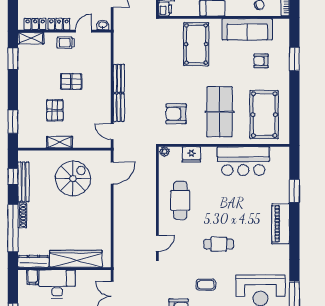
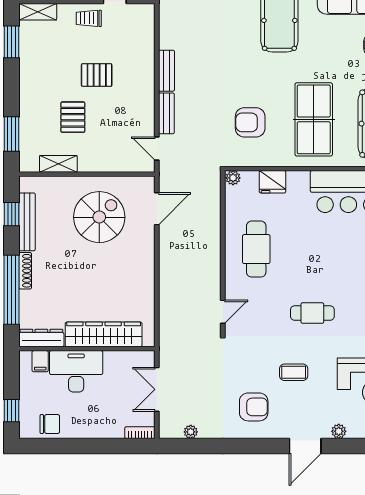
shelving: (60, 142) -> (58, 164), moved

